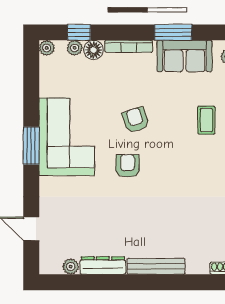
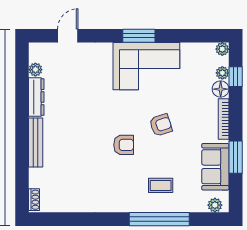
armchair: (128, 166) -> (124, 145), moved

